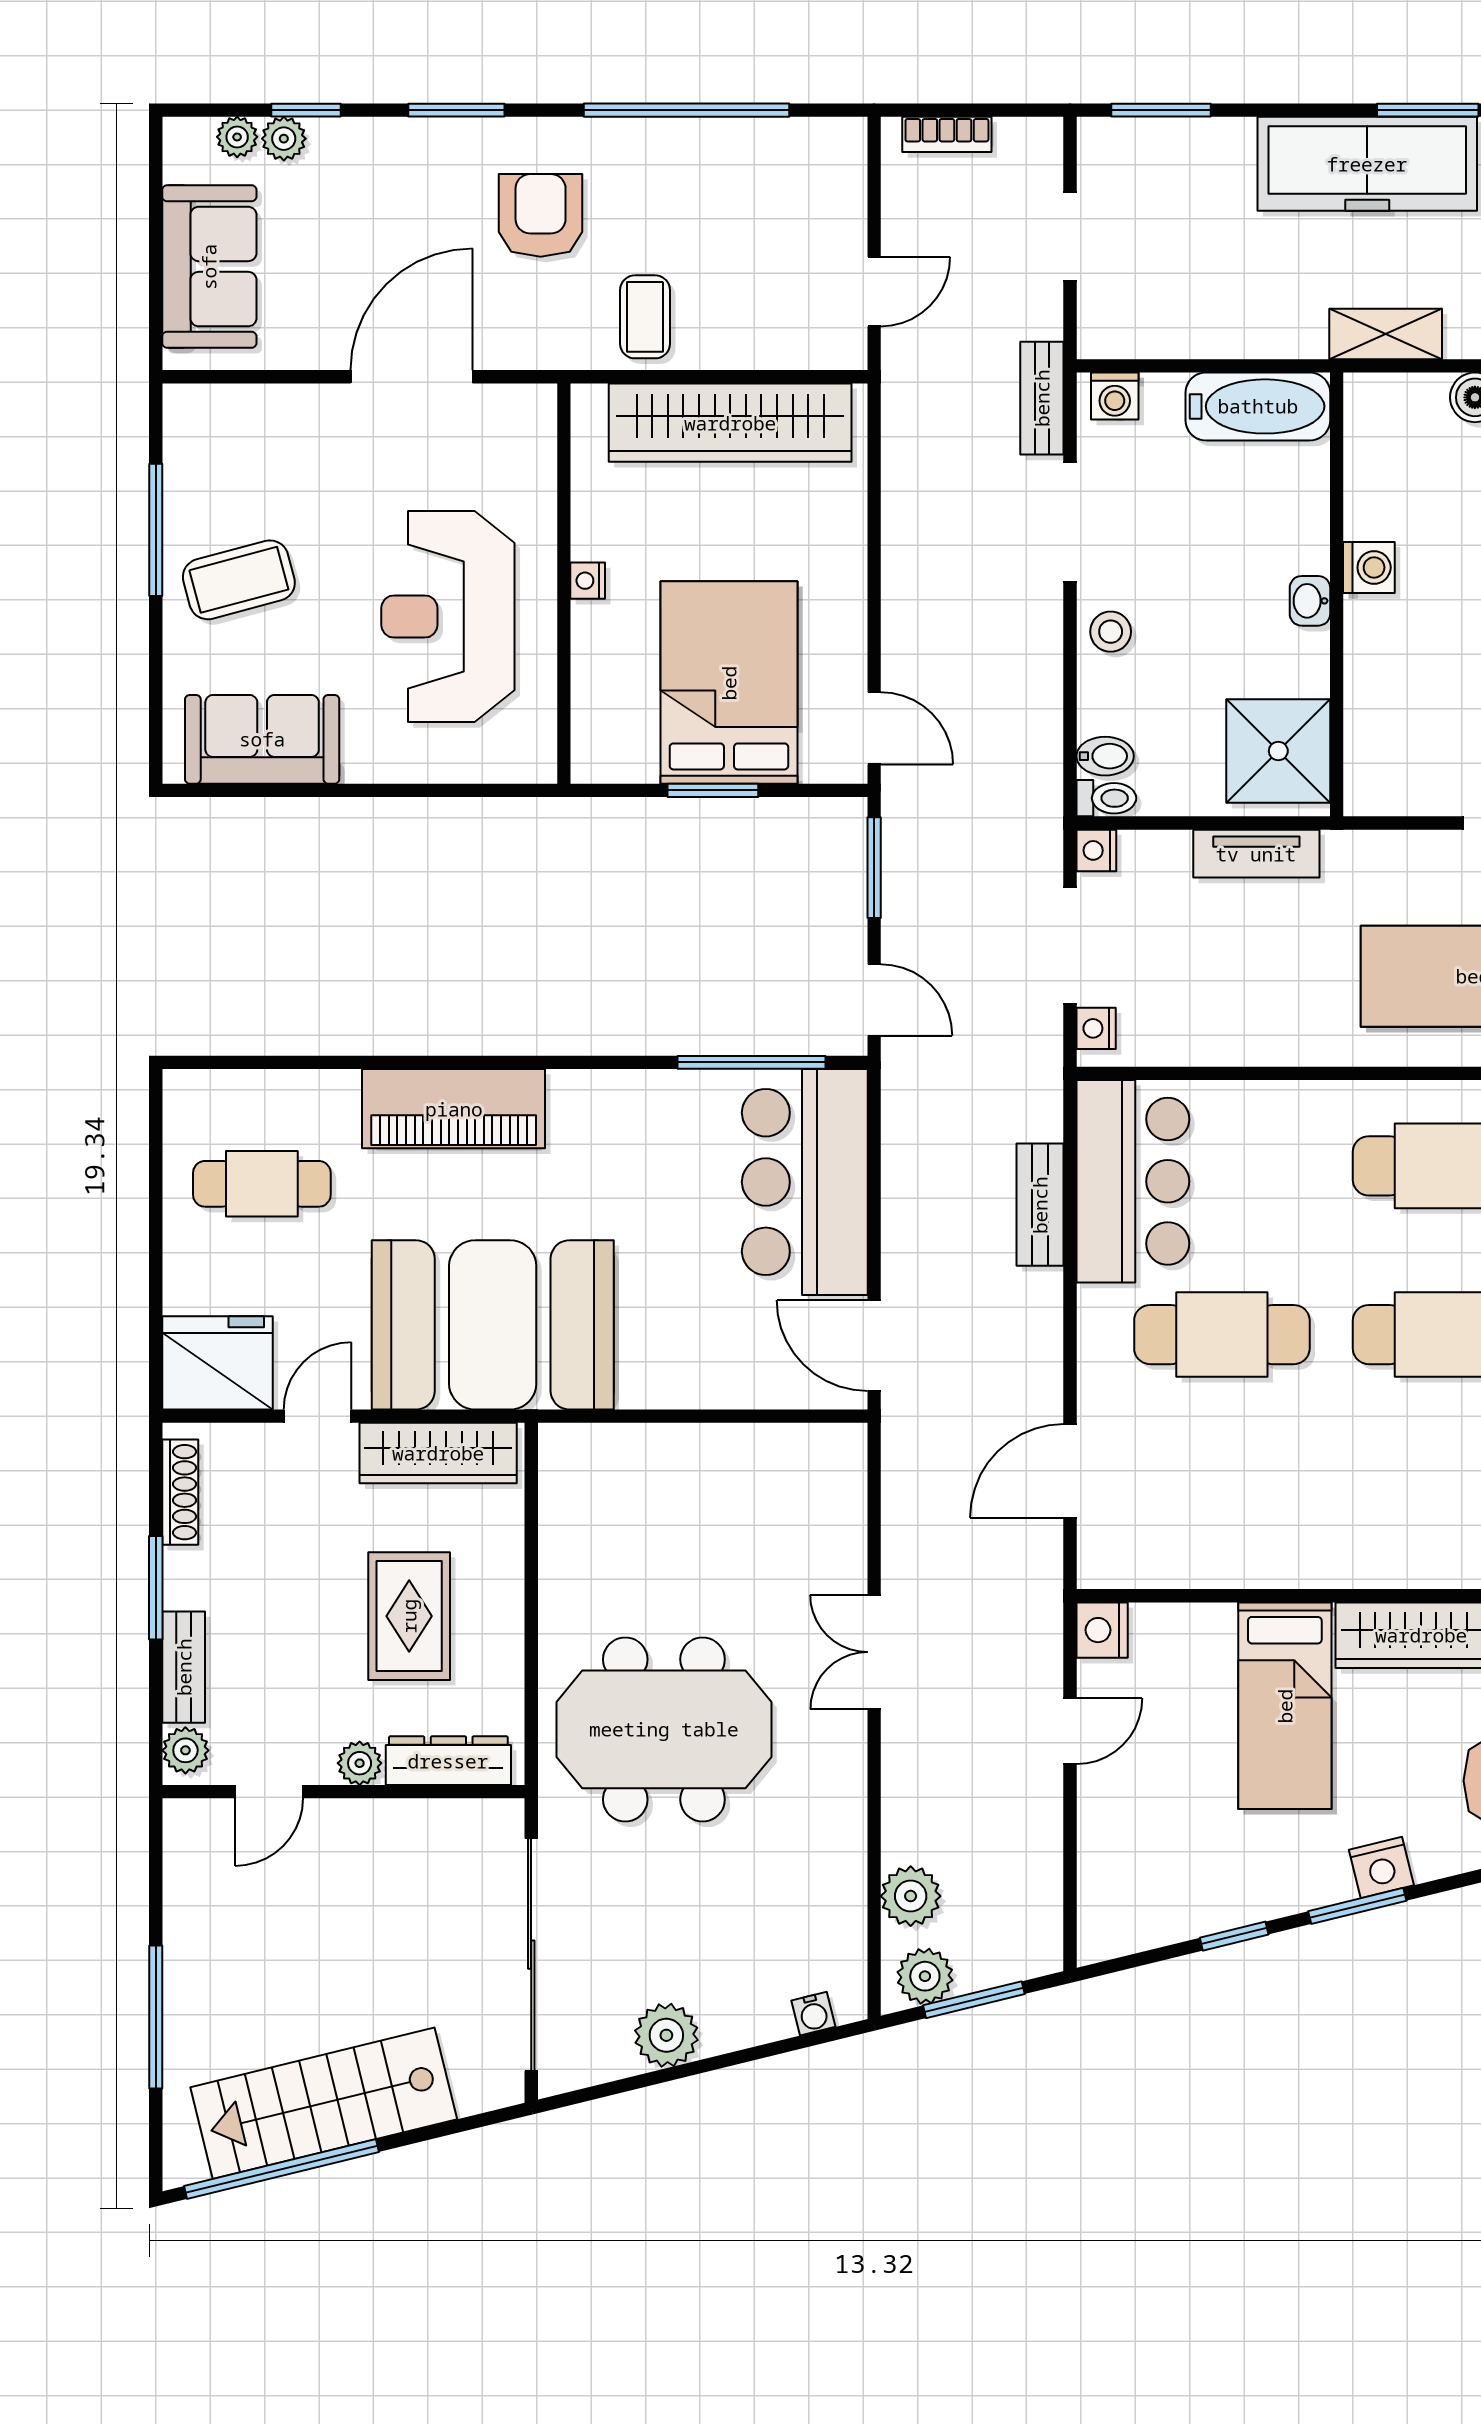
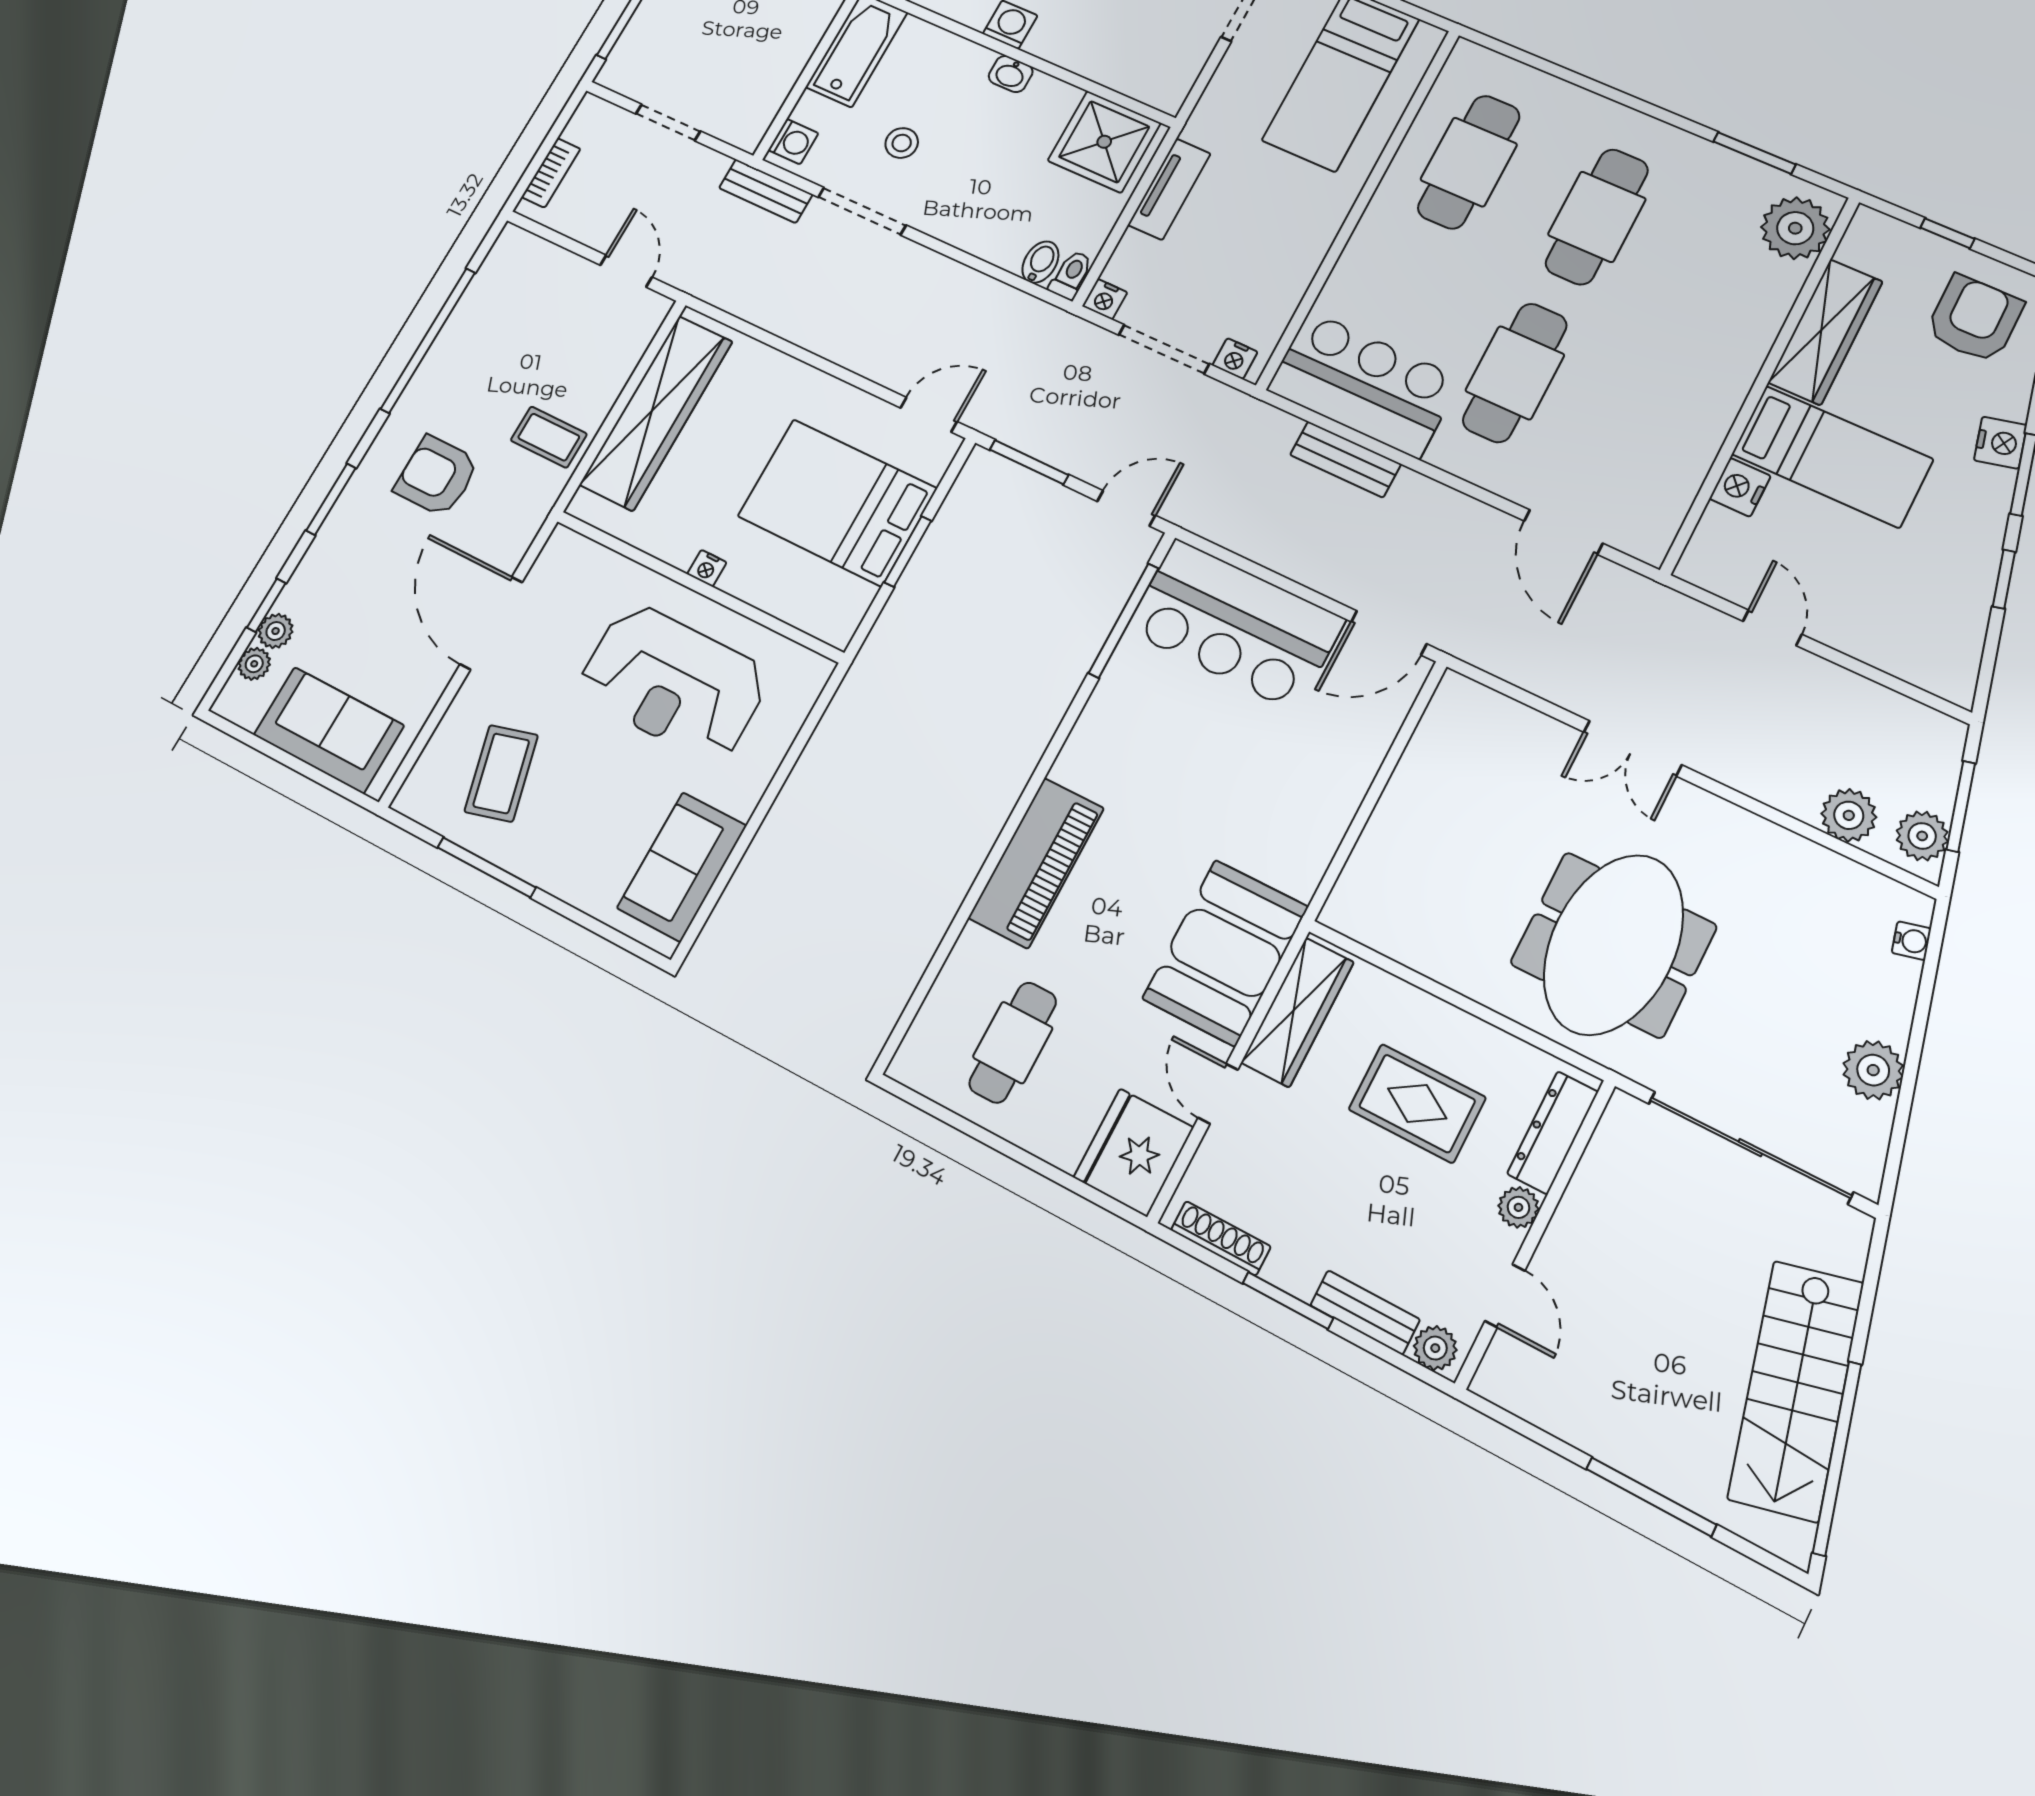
coffee table: (239, 580) -> (501, 773), moved
stool: (1111, 632) -> (902, 143), moved
booth: (493, 1325) -> (1225, 953), width x0.73, depth x0.70
nightstand: (1102, 1630) -> (1740, 487), moved, turned 90

